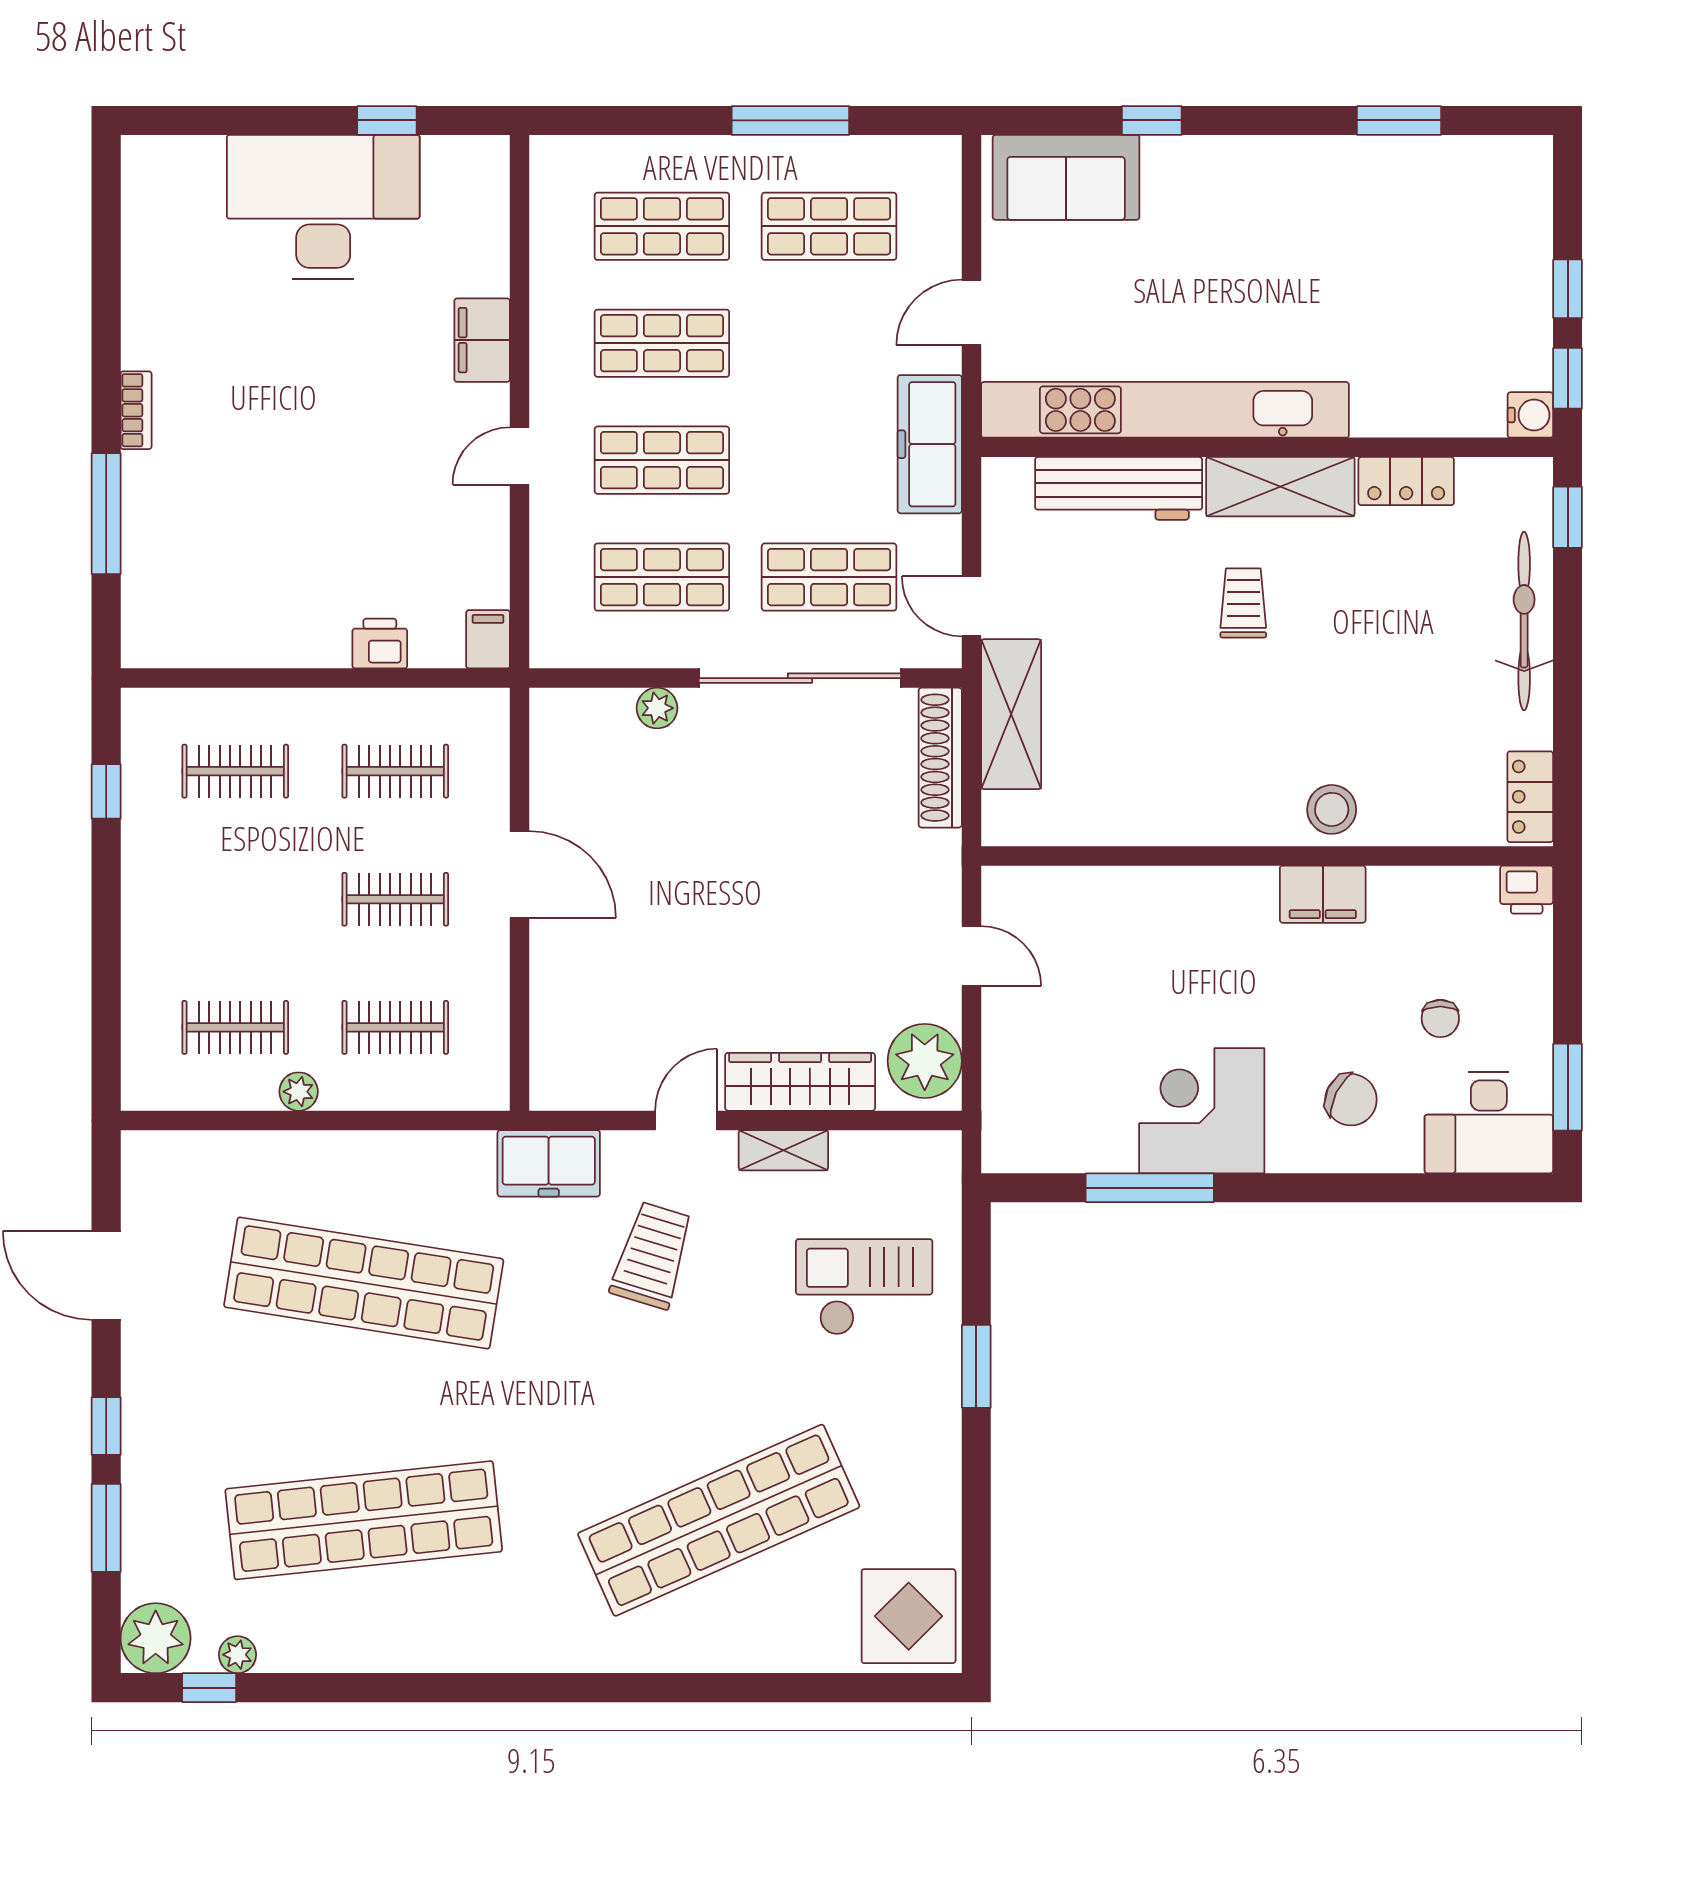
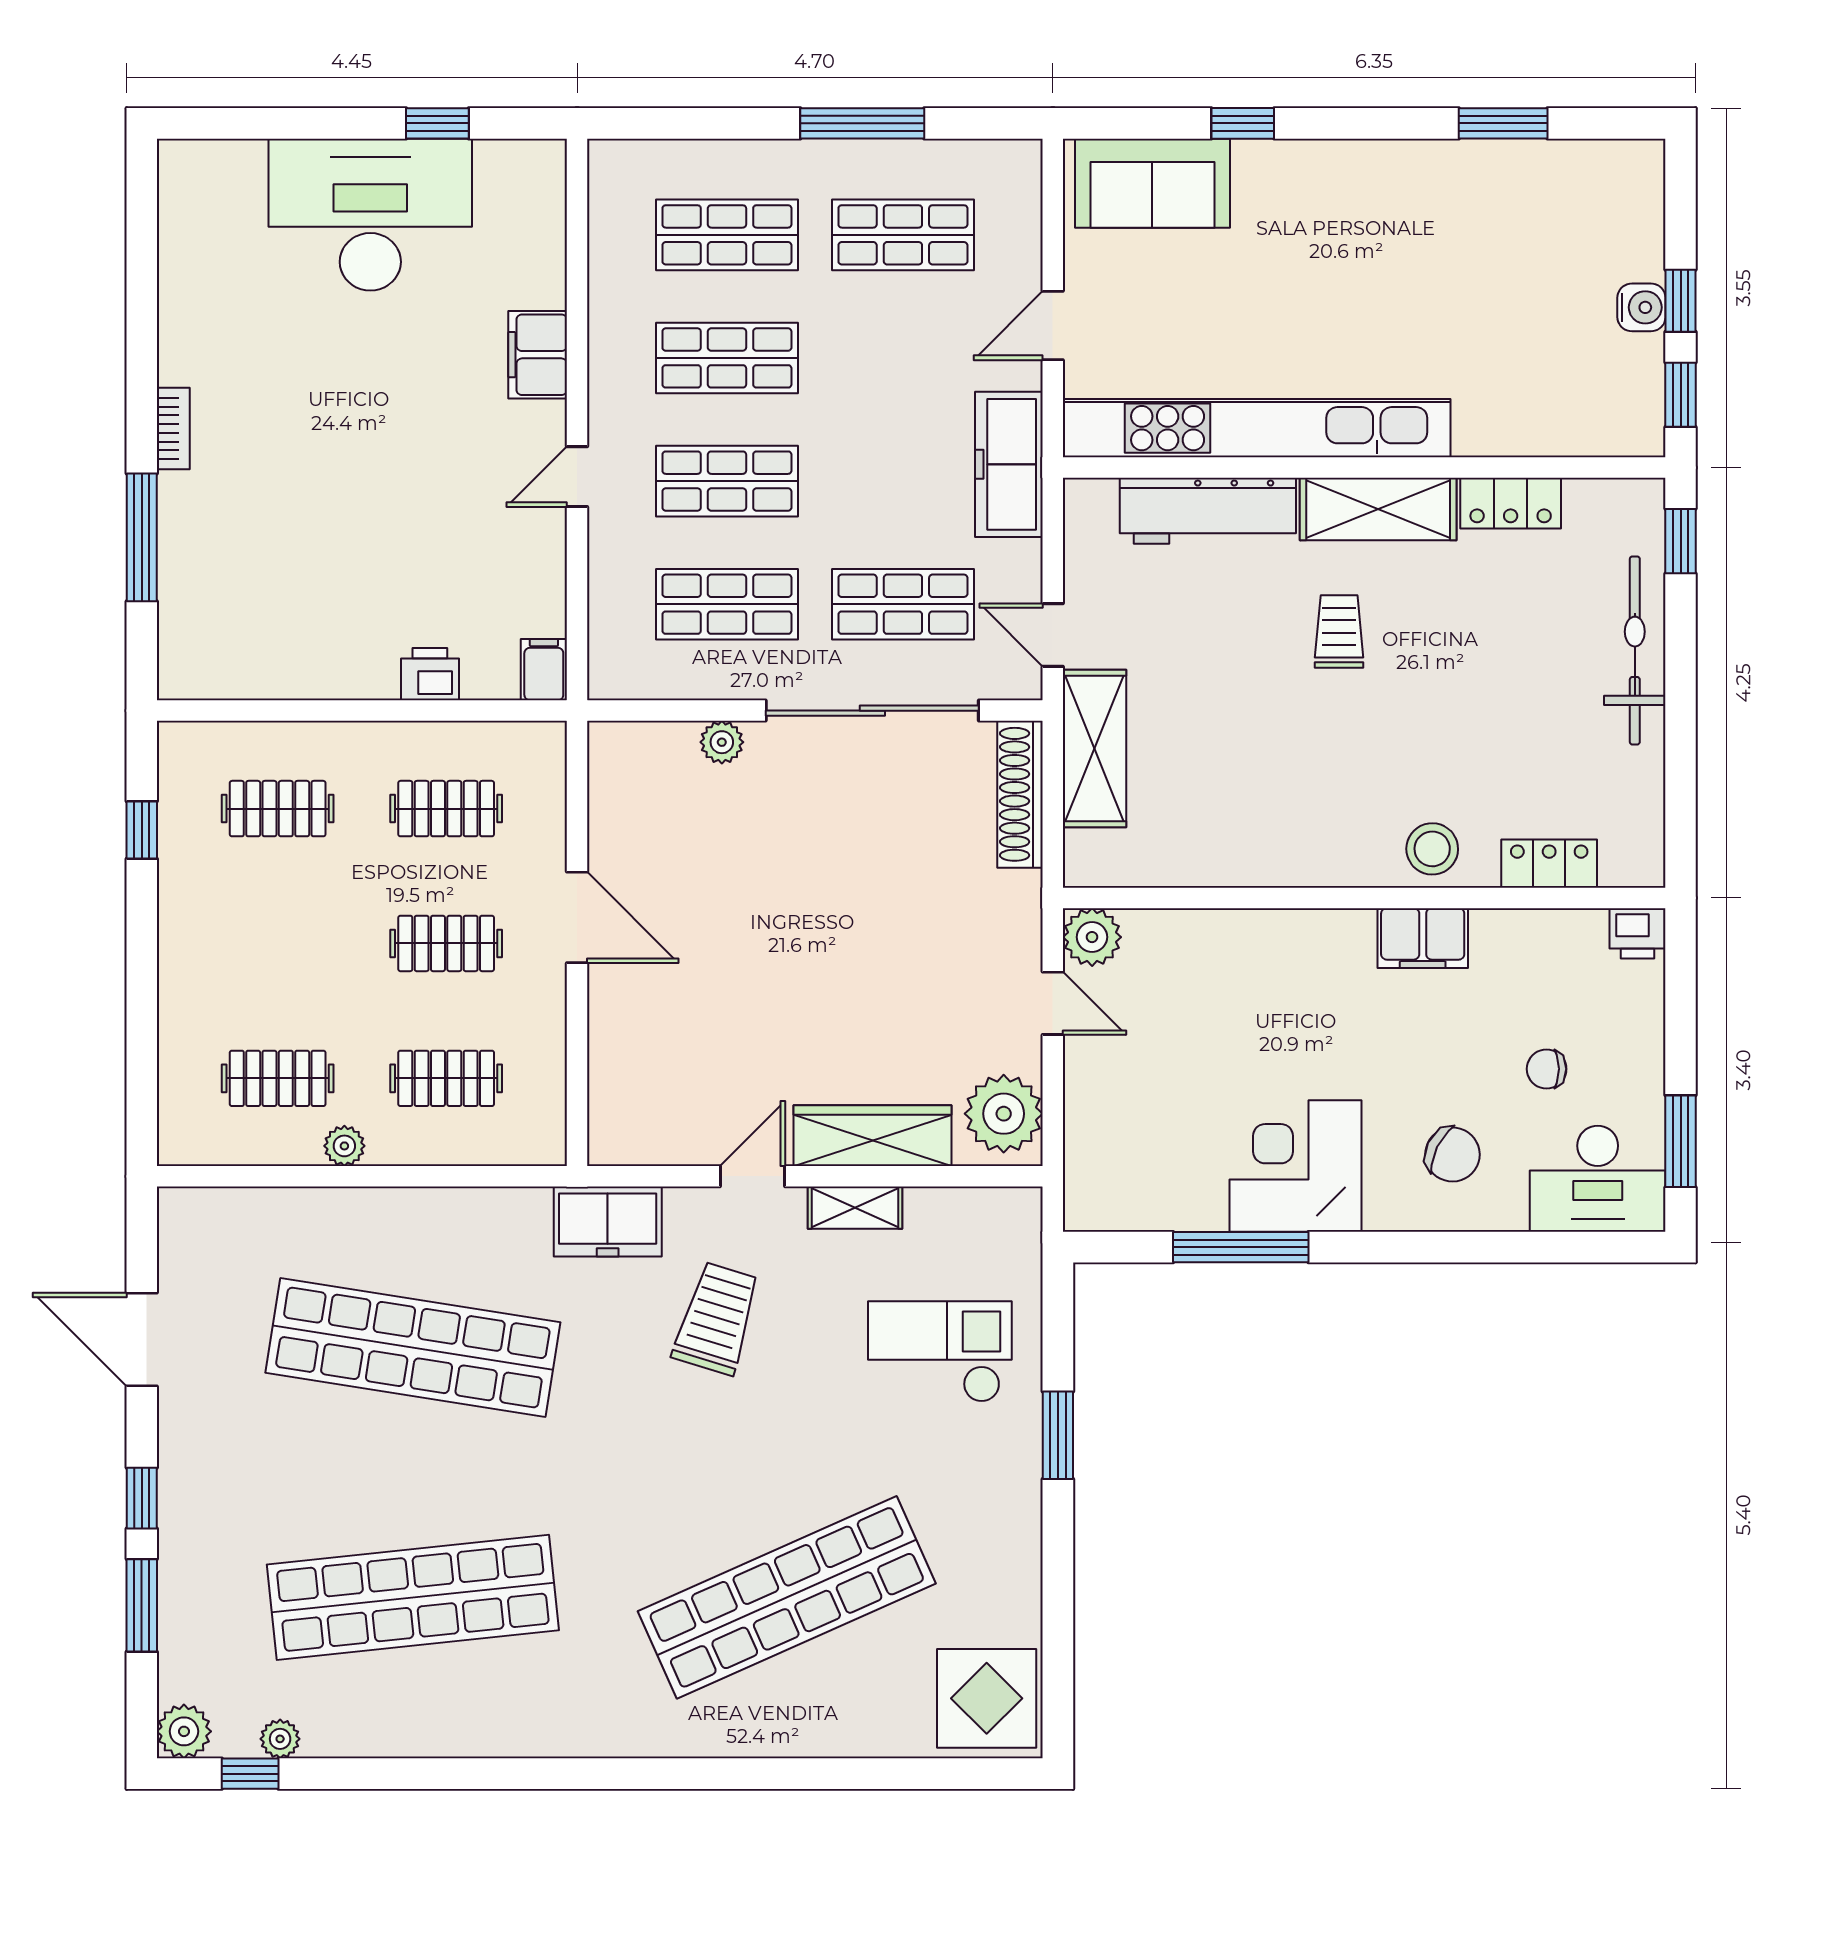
water cooler: (1530, 415) -> (1641, 307), moved
locker: (1530, 797) -> (1549, 864), moved, turned 90
plant: (1009, 893) -> (1092, 937), added
chair: (1440, 1018) -> (1547, 1069), turned 90
plant: (156, 1638) -> (184, 1731), width x0.73, depth x0.73

